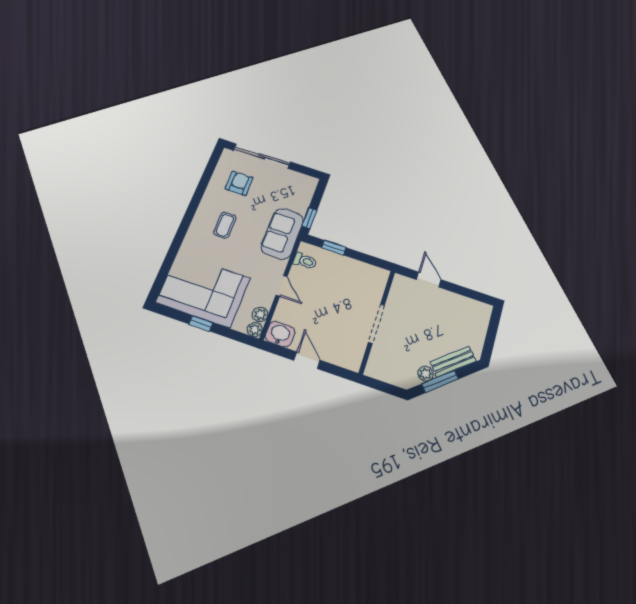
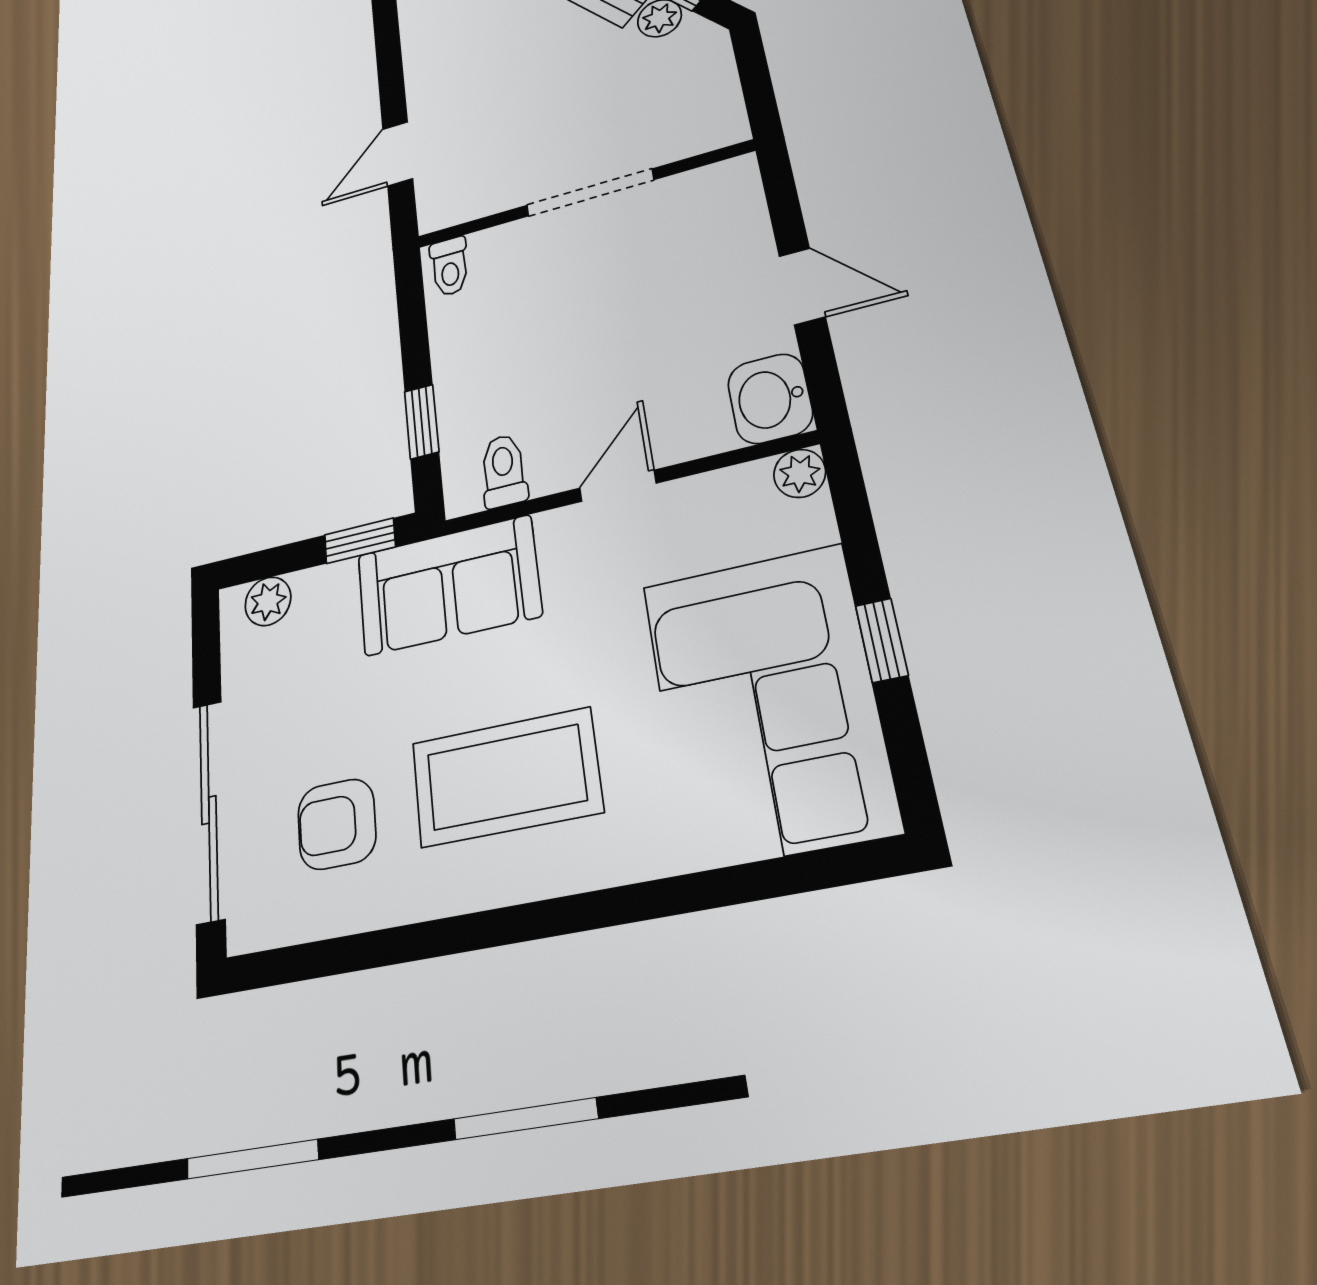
coffee table: (225, 225) -> (506, 777), width x1.86, depth x1.72
toilet: (378, 276) -> (450, 267), added
plant: (260, 314) -> (268, 601), moved
door: (307, 360) -> (802, 286), swing flipped

